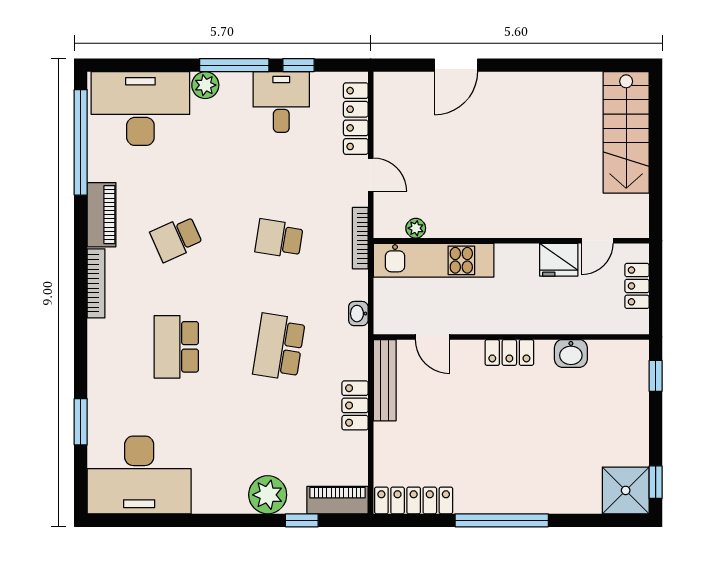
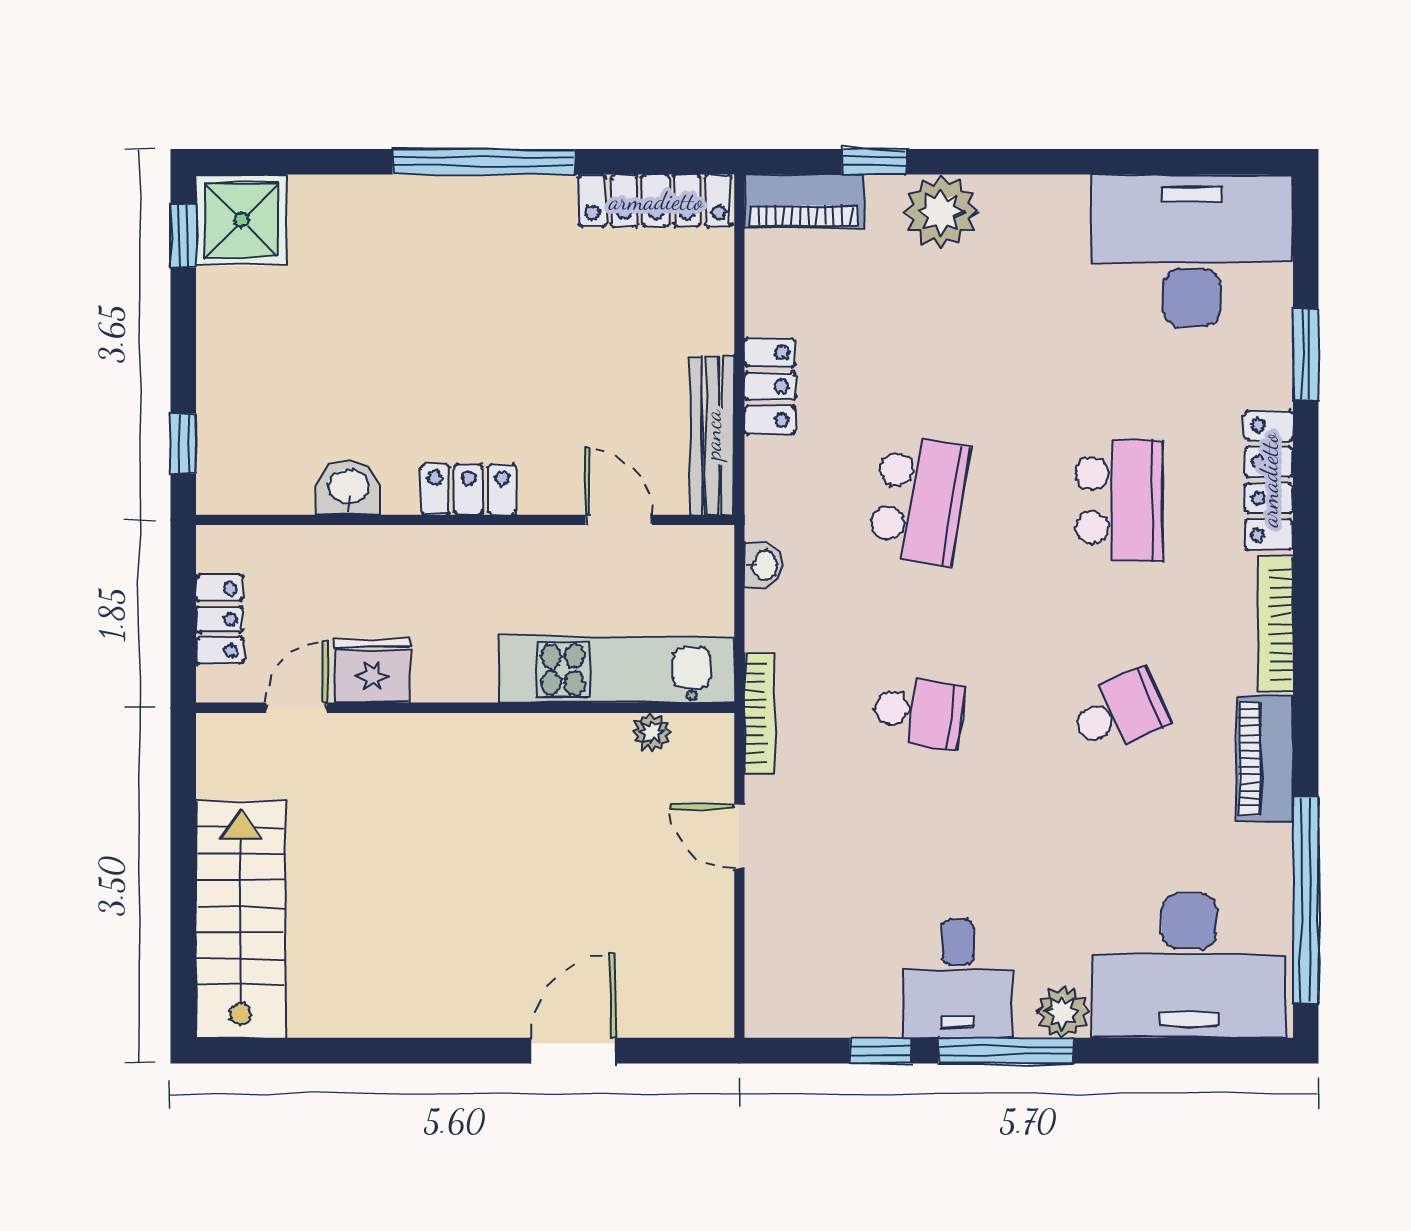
desk: (281, 102) -> (958, 979), moved
locker: (356, 119) -> (1269, 480), moved, turned 180

